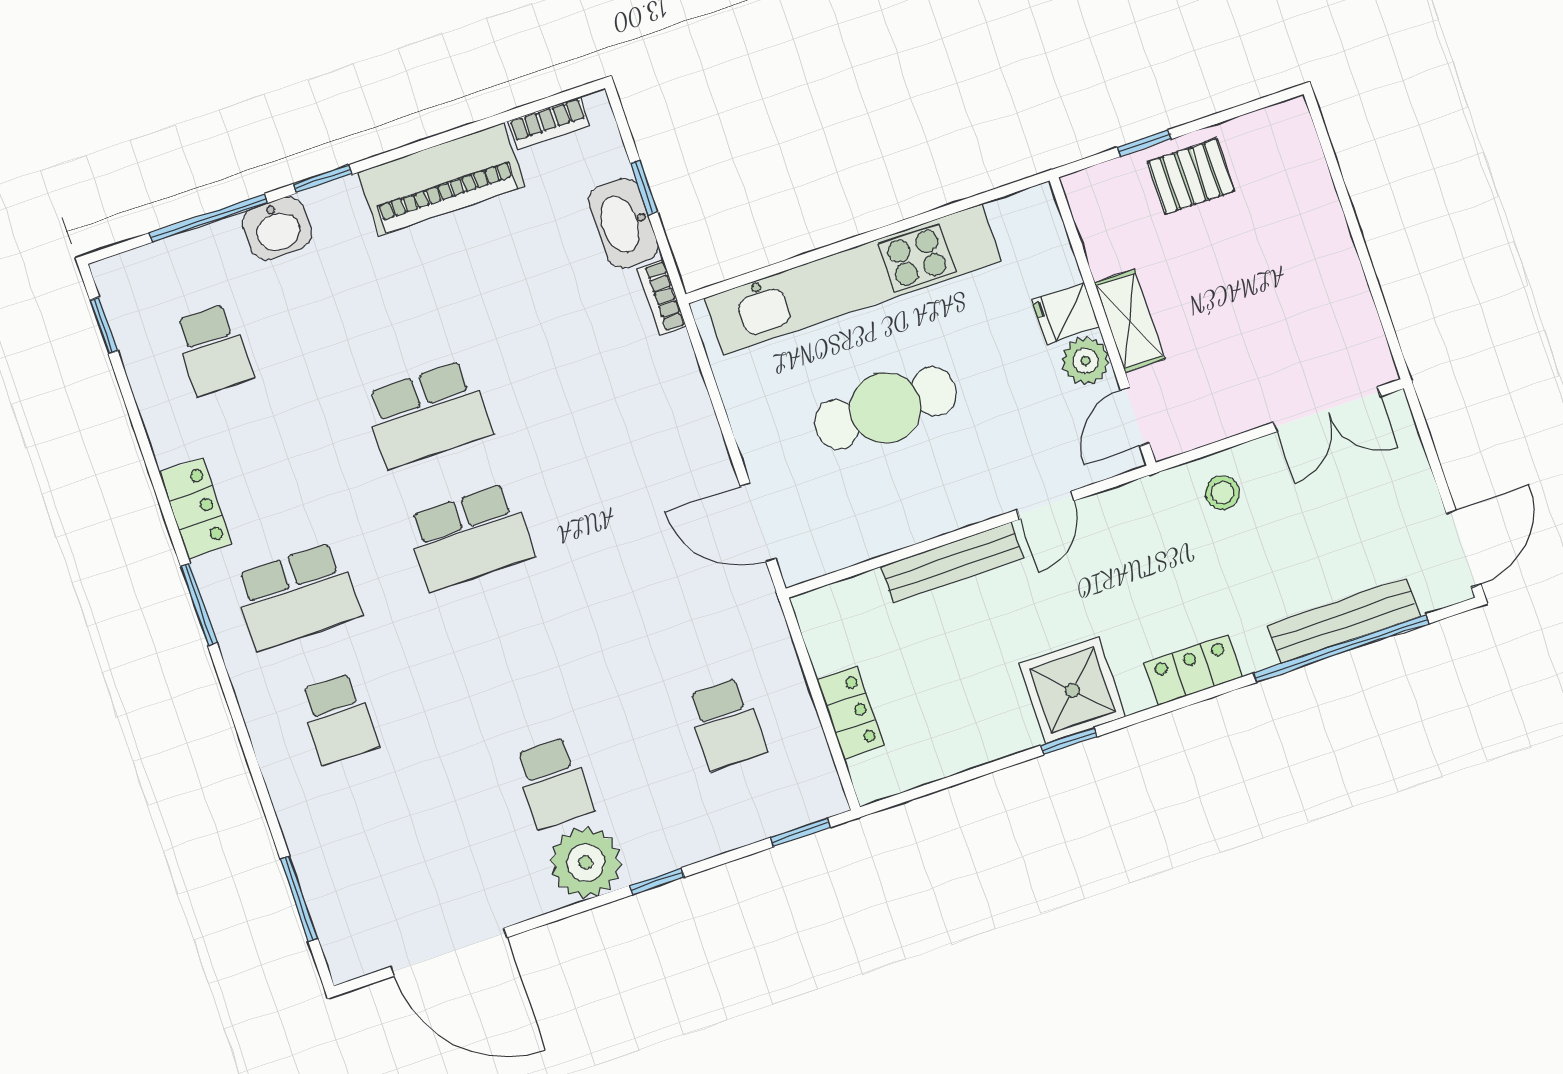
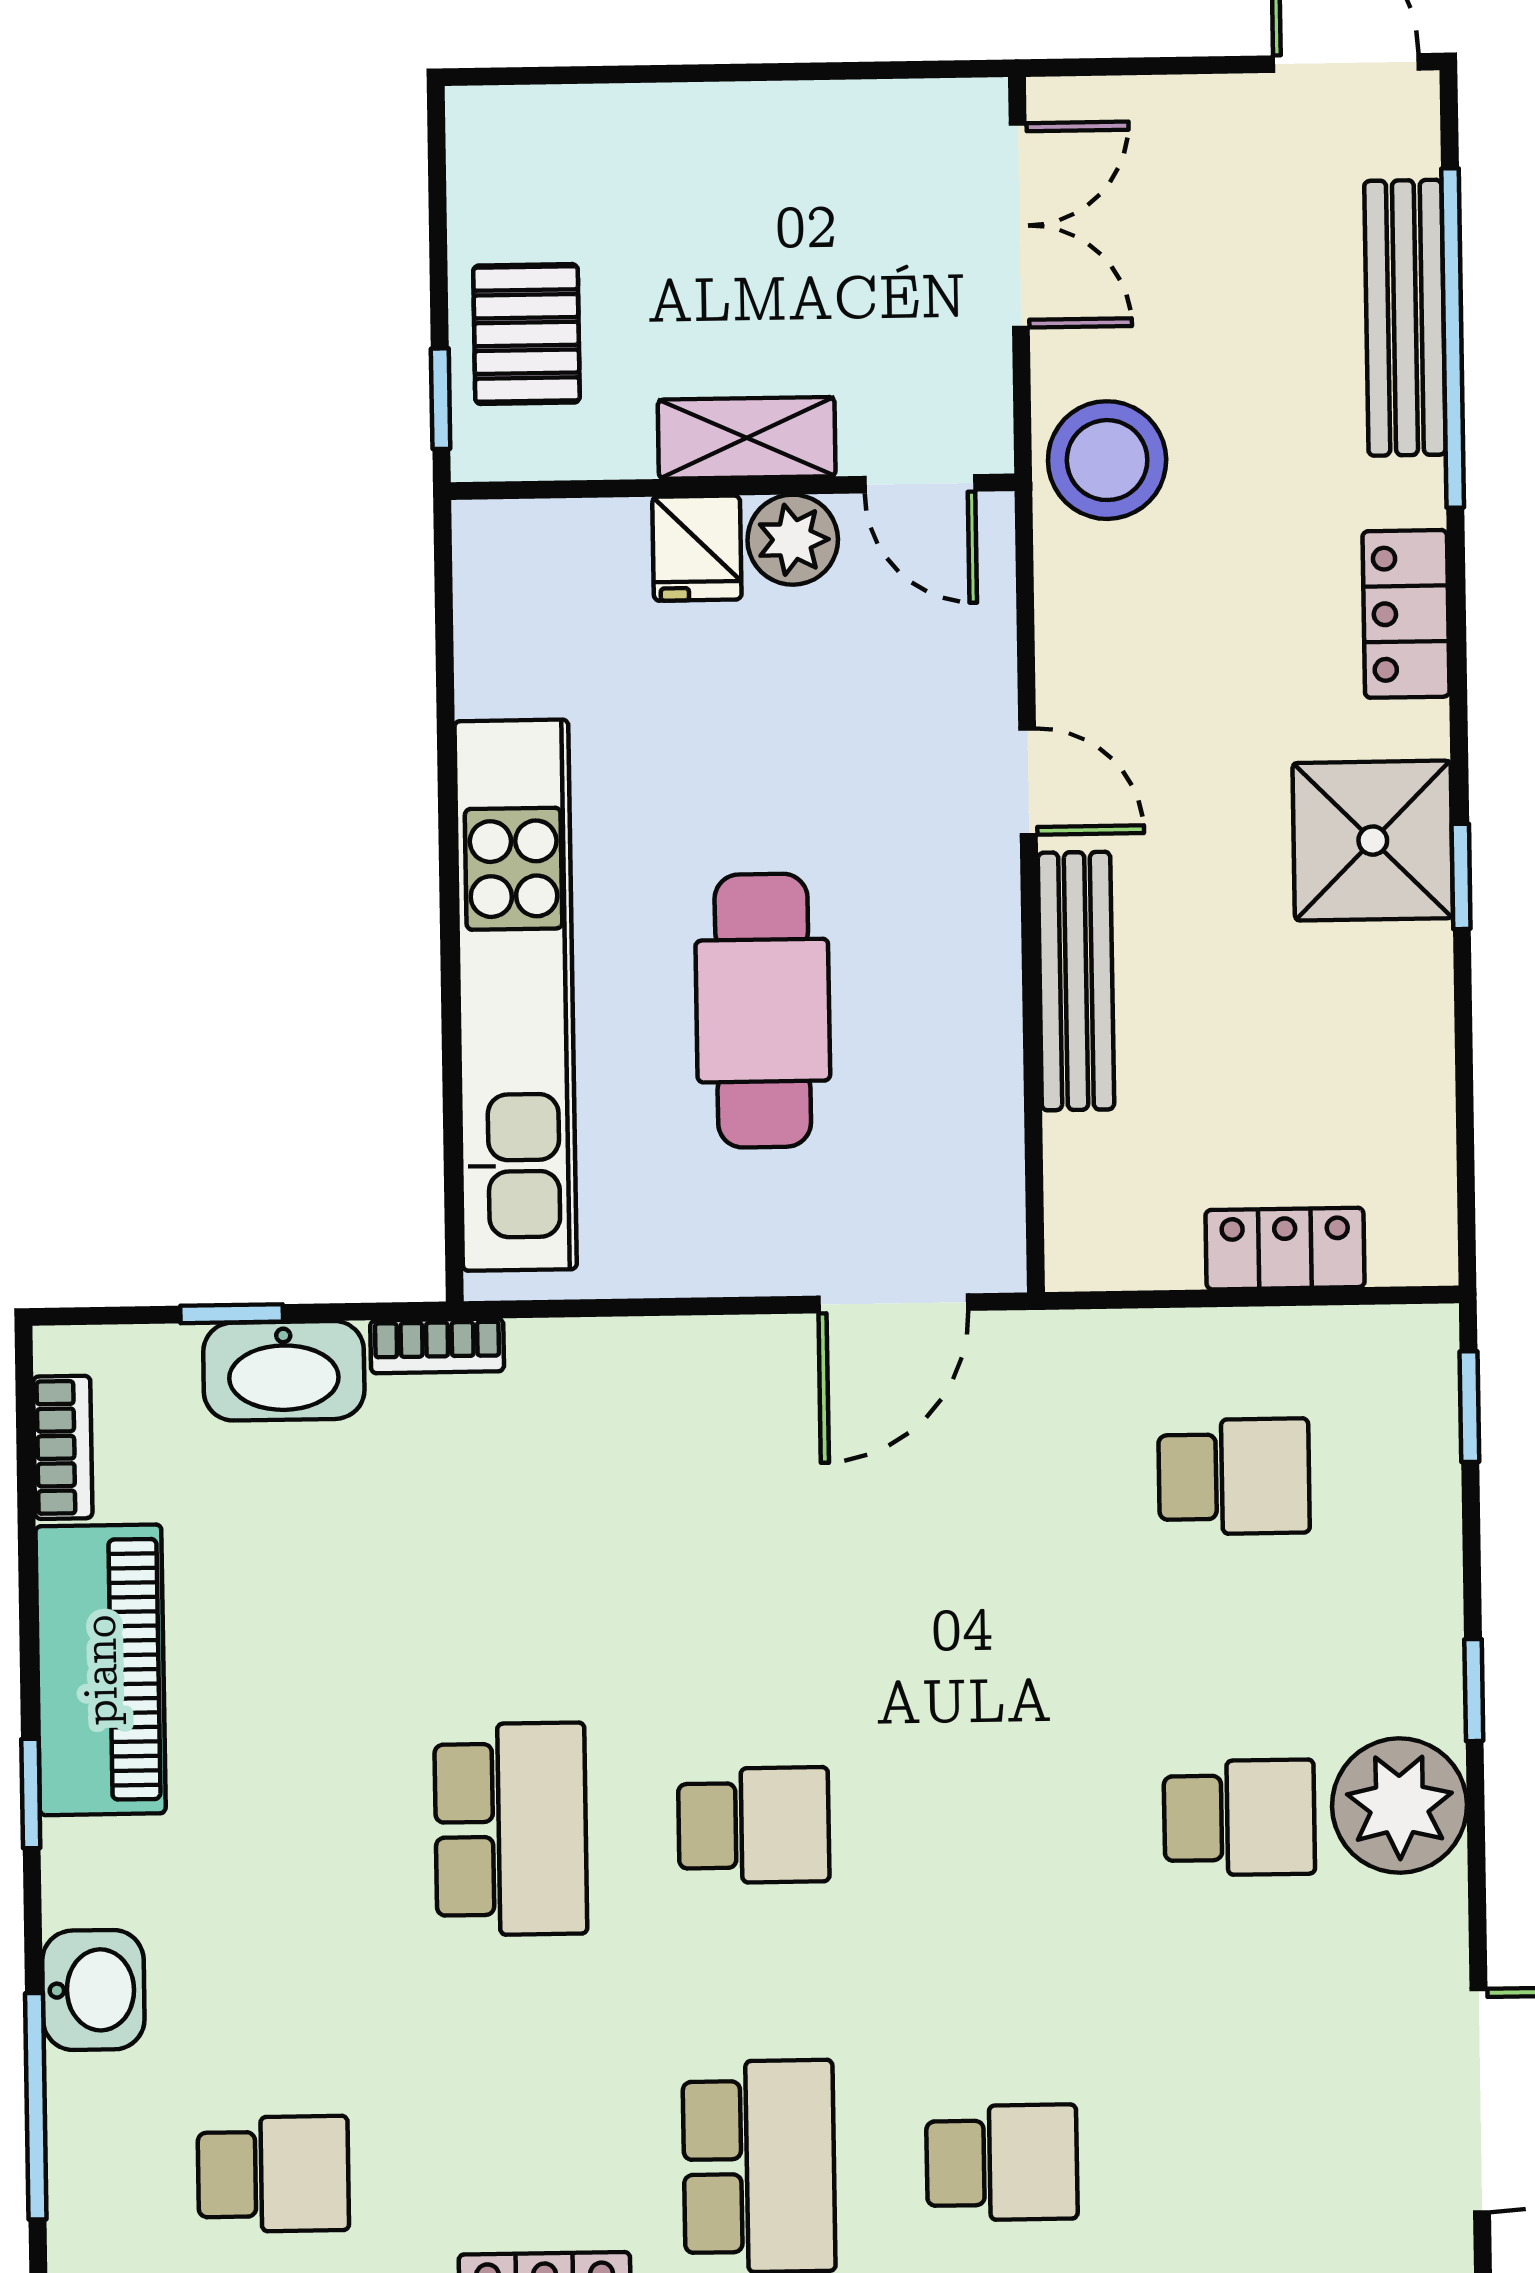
window: (323, 179) -> (31, 1794), moved
fridge: (1065, 314) -> (697, 548), moved
shelving: (1130, 321) -> (747, 438), moved
wall: (1103, 322) -> (733, 487), moved
plant: (1086, 361) -> (793, 540), moved
door: (1135, 416) -> (920, 484), moved
stool: (1222, 493) -> (1107, 460), width x1.89, depth x1.89
school desk: (469, 537) -> (754, 1825), width x0.54

